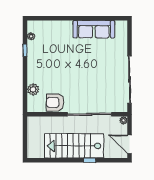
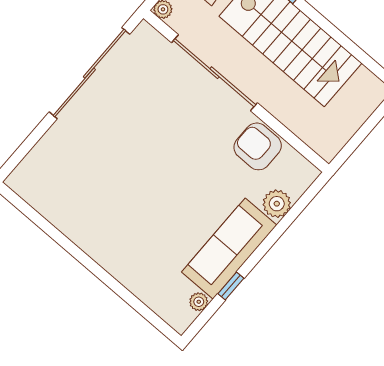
sofa: (94, 29) -> (229, 249), moved, turned -90
armchair: (55, 102) -> (258, 146), turned 180

